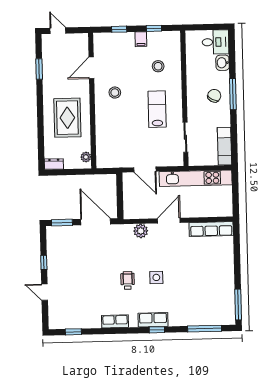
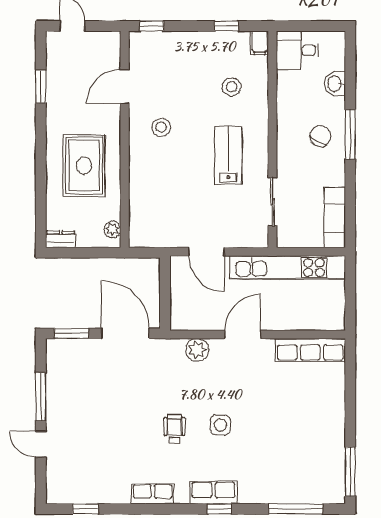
window: (119, 29) -> (152, 26), moved
filing cabinet: (141, 39) -> (260, 43), moved
desk: (215, 42) -> (297, 50), moved, turned 180
window: (44, 262) -> (41, 397), width x2.17

